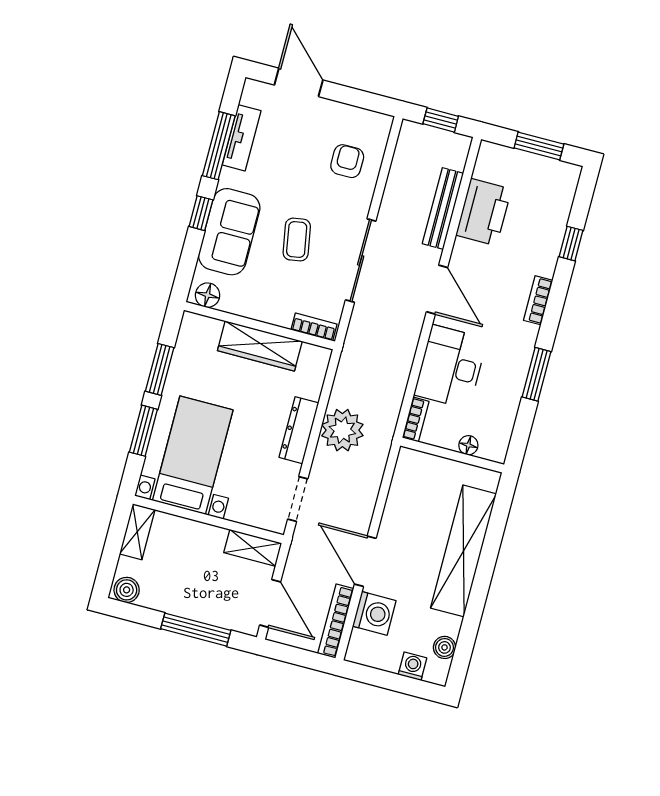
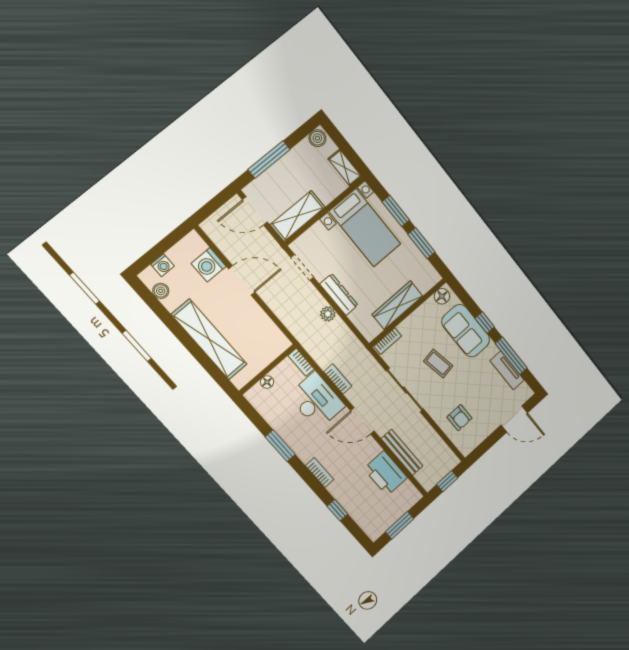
plant: (342, 430) -> (328, 314), width x0.53, depth x0.53
shelving: (253, 548) -> (298, 216), width x1.50, depth x1.33
bookcase: (336, 621) -> (338, 379), moved, width x0.64

